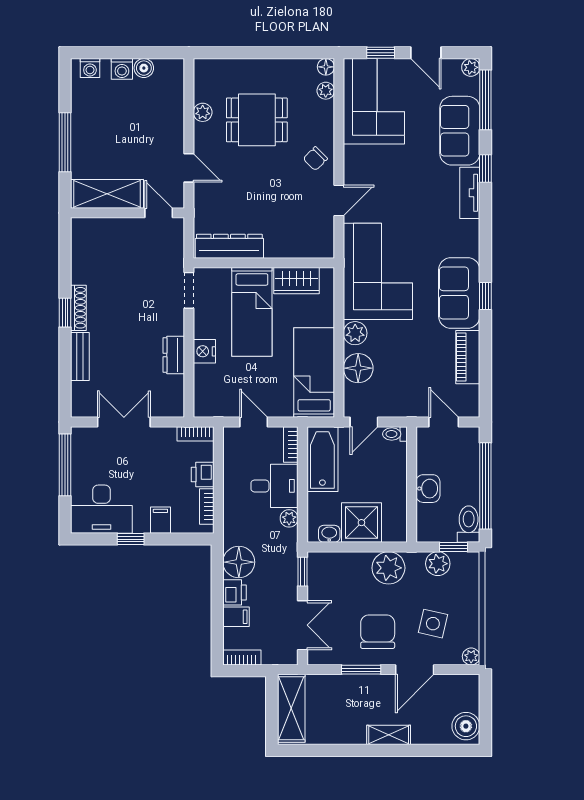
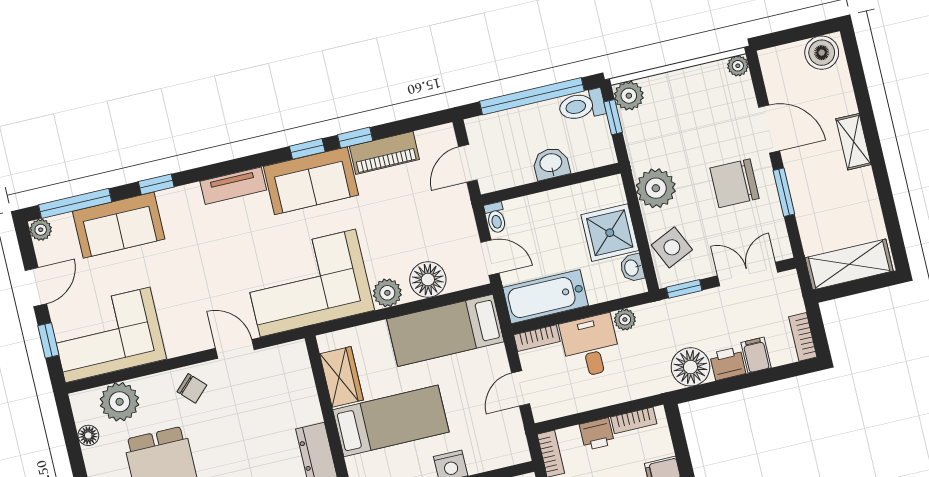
floor lamp: (326, 67) -> (88, 435), moved
plant: (326, 91) -> (120, 402), width x1.88, depth x1.88
tv unit: (470, 193) -> (233, 186), moved
window: (485, 337) -> (355, 138), added
plant: (438, 564) -> (629, 96), moved
side table: (433, 624) -> (672, 247), moved, turned -38

